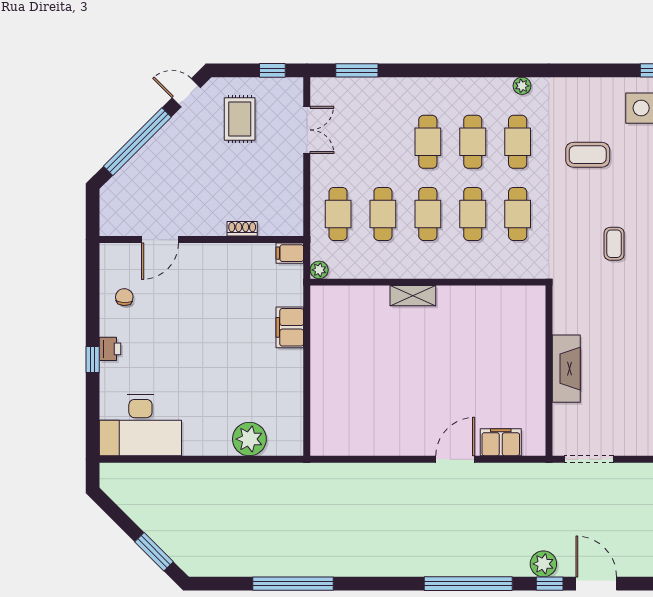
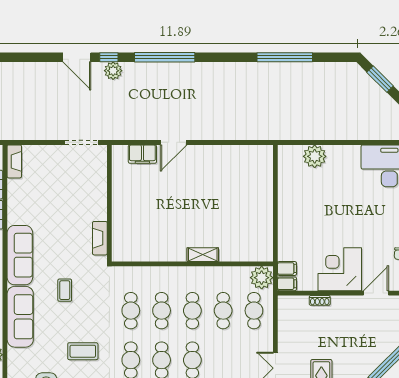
plant: (319, 270) -> (262, 278), width x1.88, depth x1.88
corner desk: (213, 274) -> (340, 269), added
filing cabinet: (290, 327) -> (287, 268), moved, width x0.50
fireplace: (566, 369) -> (100, 238), moved, width x0.73, depth x0.76

